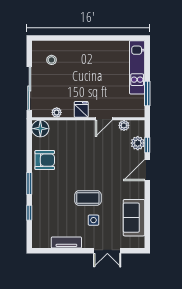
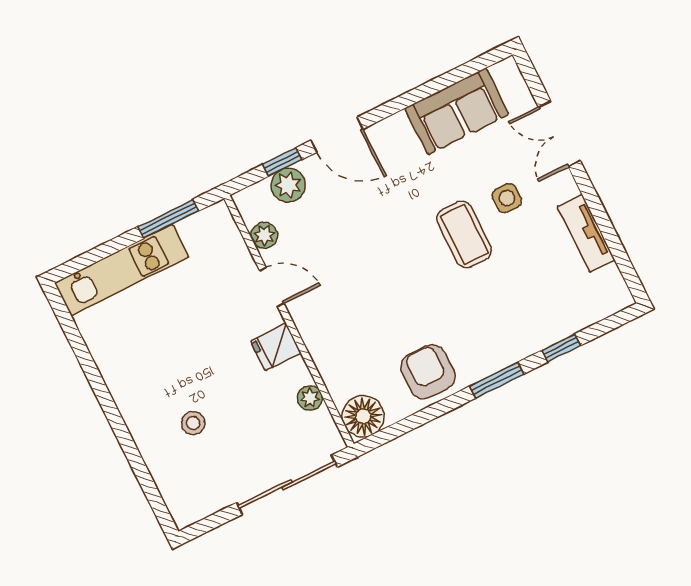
stool: (51, 60) -> (193, 423), moved
double door: (107, 251) -> (559, 134), swing flipped

